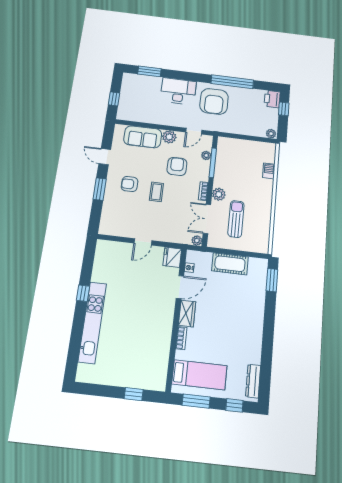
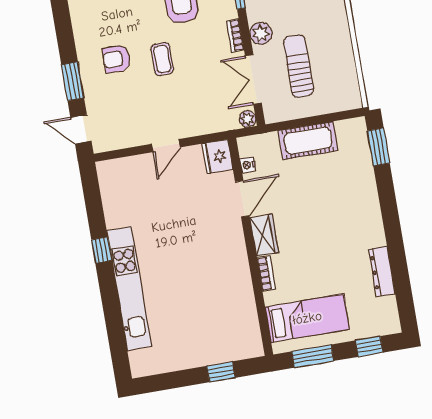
door: (105, 157) -> (81, 129), moved
dresser: (253, 381) -> (382, 272), moved

